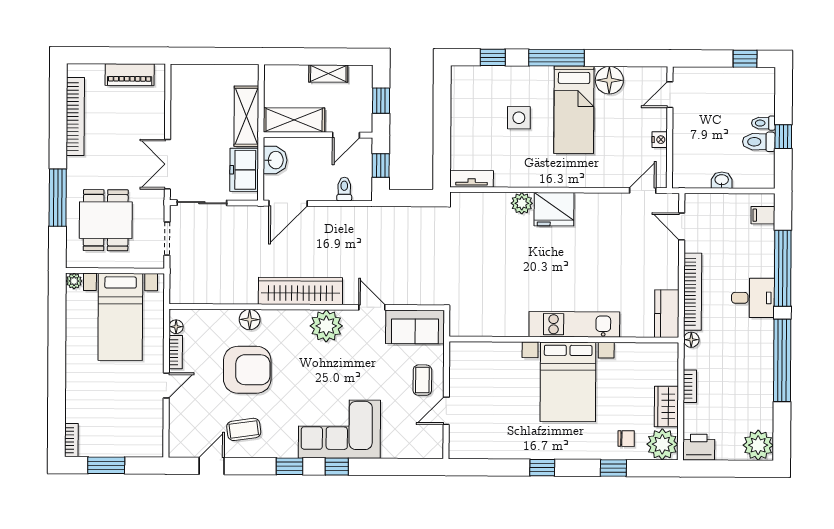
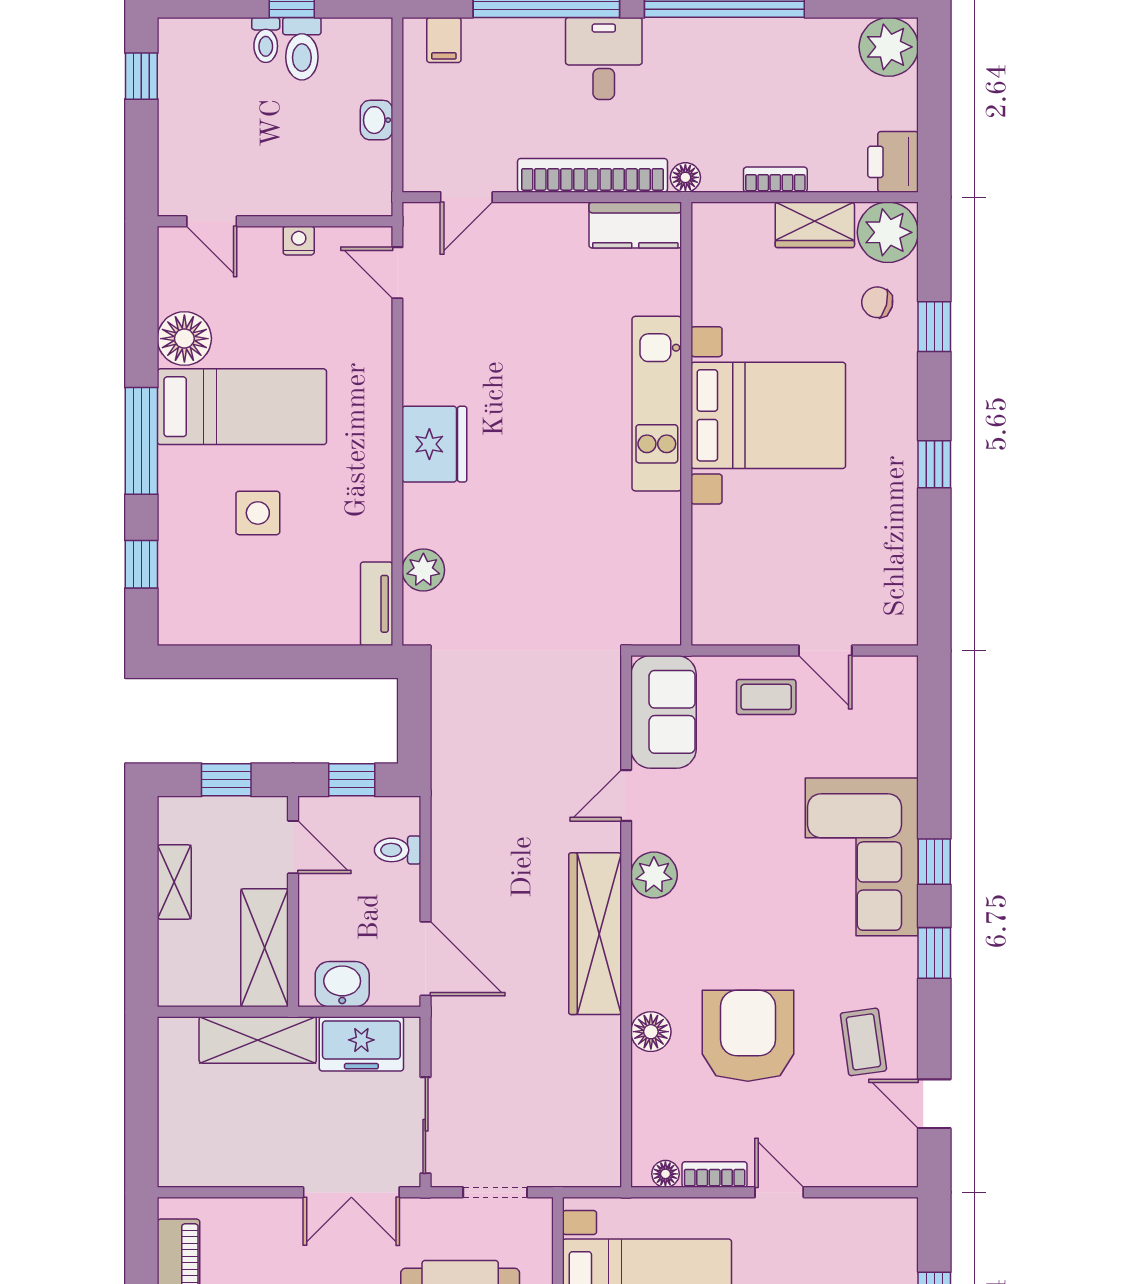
plant: (522, 203) -> (423, 570), moved
plant: (326, 326) -> (654, 875), width x0.73, depth x0.73
chair: (626, 439) -> (877, 302), turned -75

